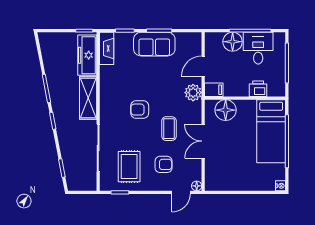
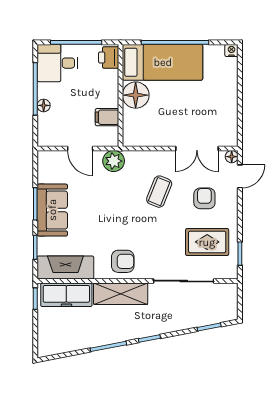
floor lamp: (233, 42) -> (44, 105), width x0.53, depth x0.53
fireplace: (107, 48) -> (65, 268), width x1.37, depth x1.32
desk: (258, 48) -> (57, 63), moved
printer: (258, 89) -> (109, 57), moved
filing cabinet: (214, 90) -> (107, 117), moved, turned -90
armchair: (140, 110) -> (123, 261), moved, turned -90
floor lamp: (226, 110) -> (136, 95), moved
coffee table: (169, 129) -> (159, 192), turned -68
double door: (203, 141) -> (197, 148), moved
door: (181, 192) -> (240, 176), hinge flipped

